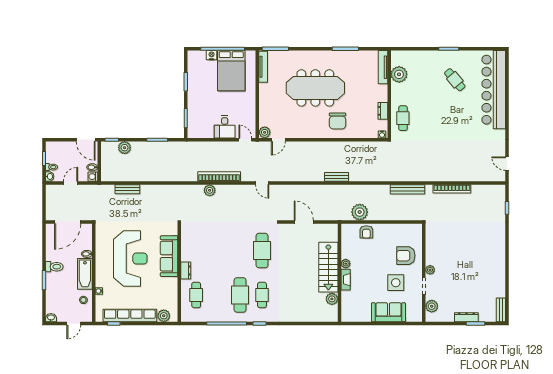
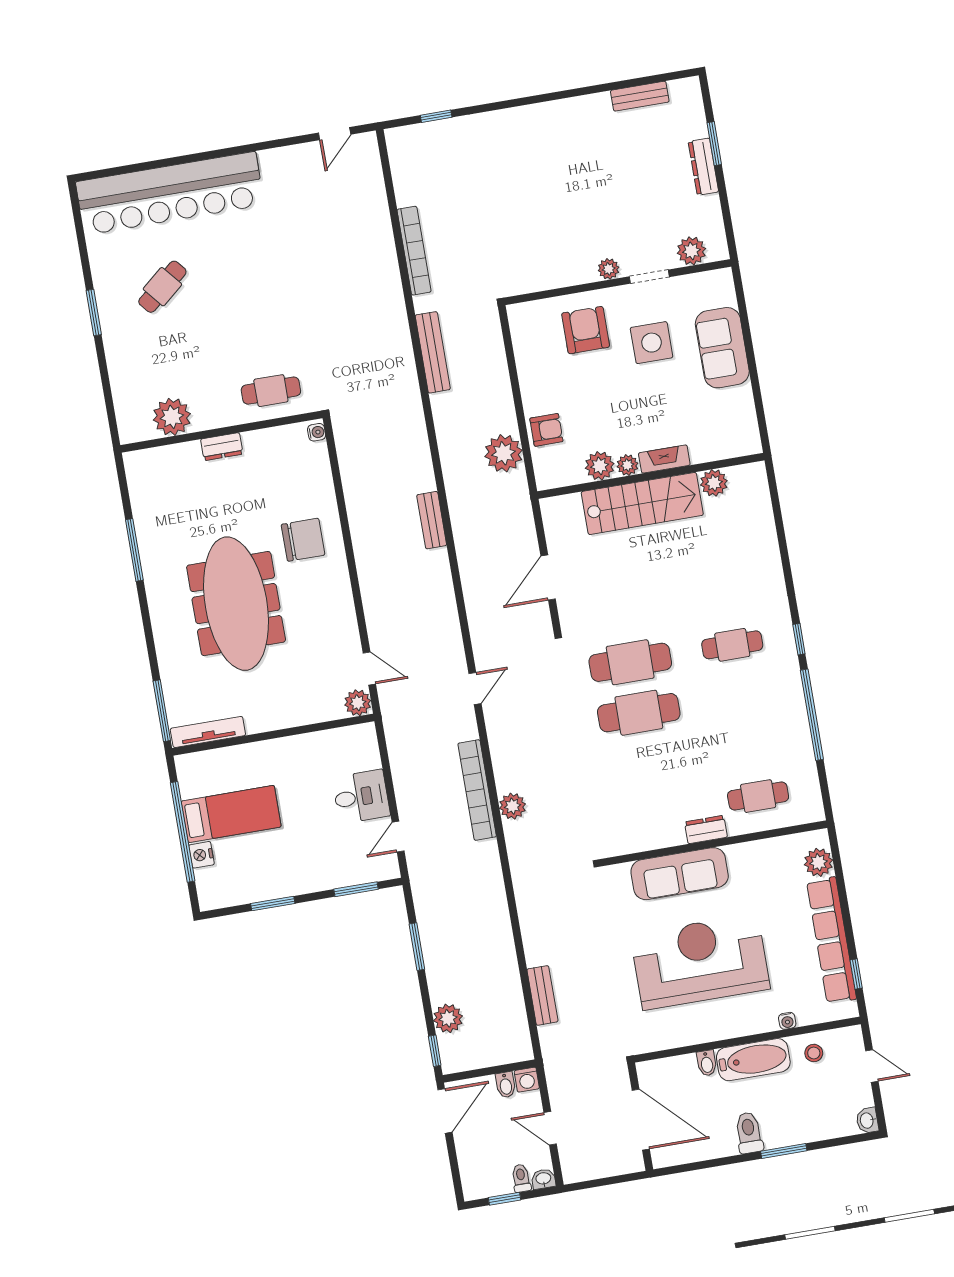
tv unit: (383, 67) -> (162, 456), removed
bed: (231, 71) -> (231, 814), width x0.67
dresser: (383, 111) -> (222, 447), moved
door: (245, 140) -> (398, 837), moved
plant: (347, 252) -> (600, 466), added
armchair: (406, 256) -> (586, 330), turned 180
cafe table: (240, 295) -> (639, 713), moved
bench: (501, 310) -> (640, 96), moved

